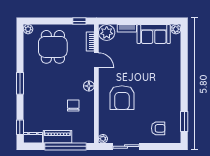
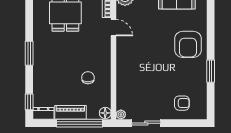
floor lamp: (89, 86) -> (105, 113), moved
armchair: (122, 98) -> (188, 44), moved
window: (184, 121) -> (211, 71), moved

